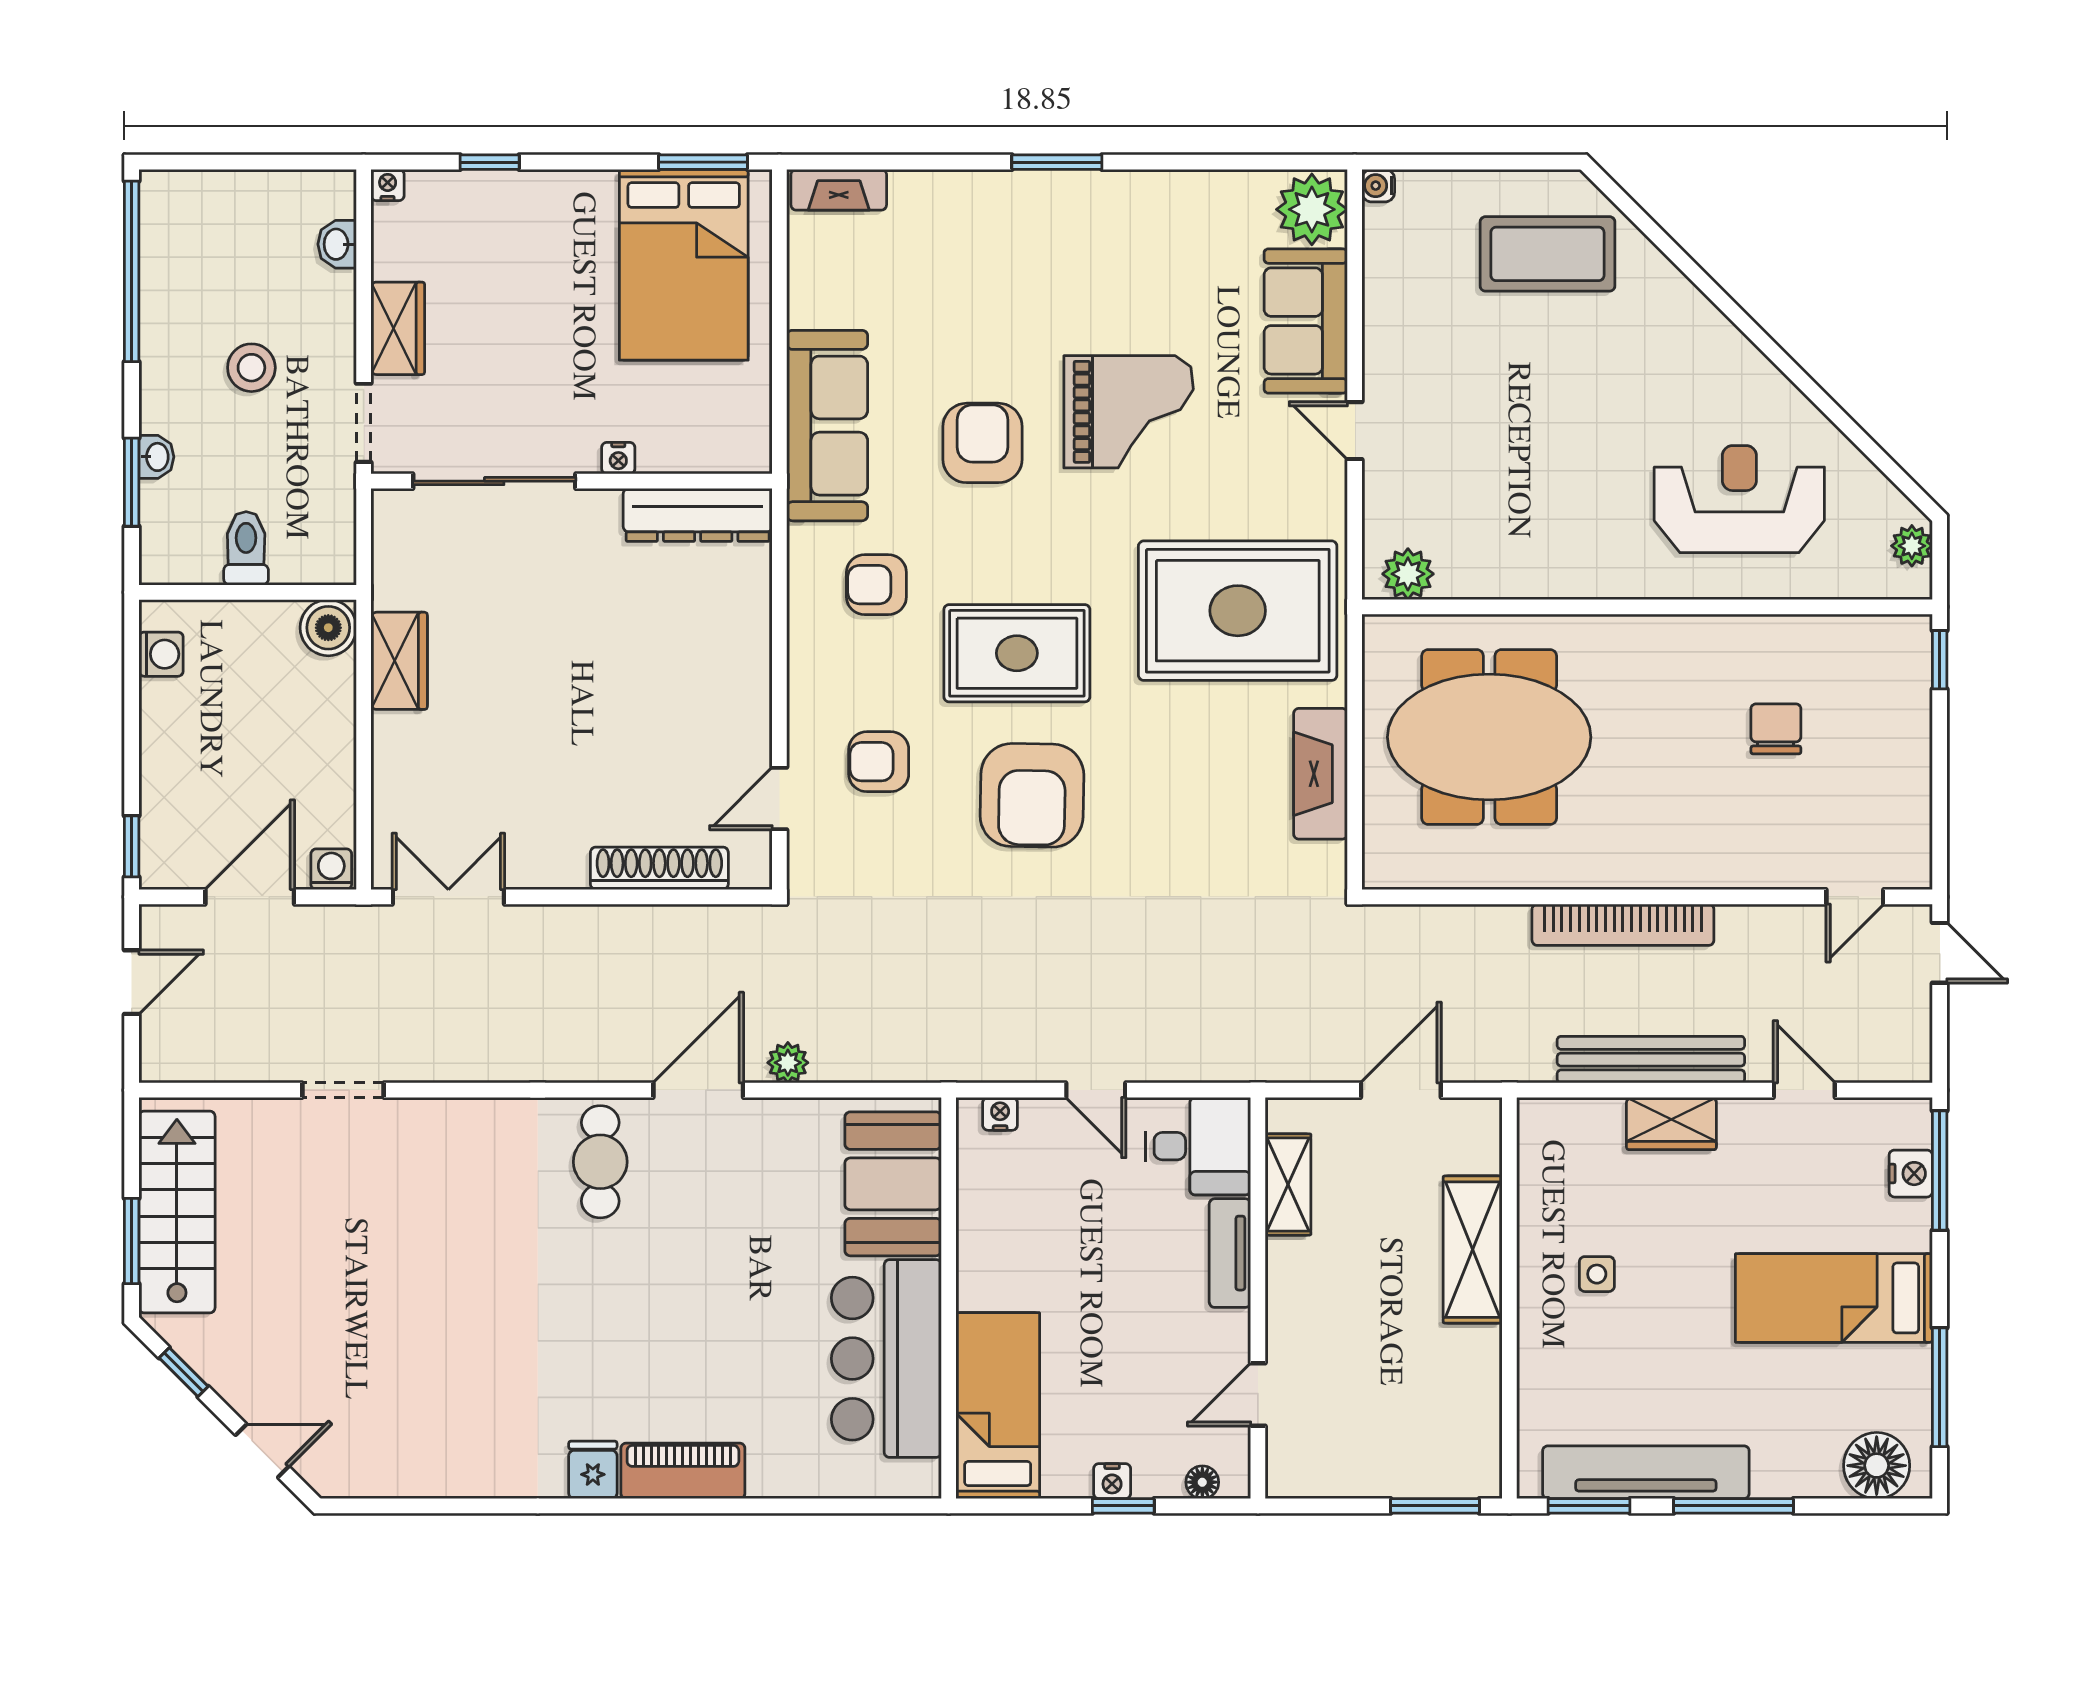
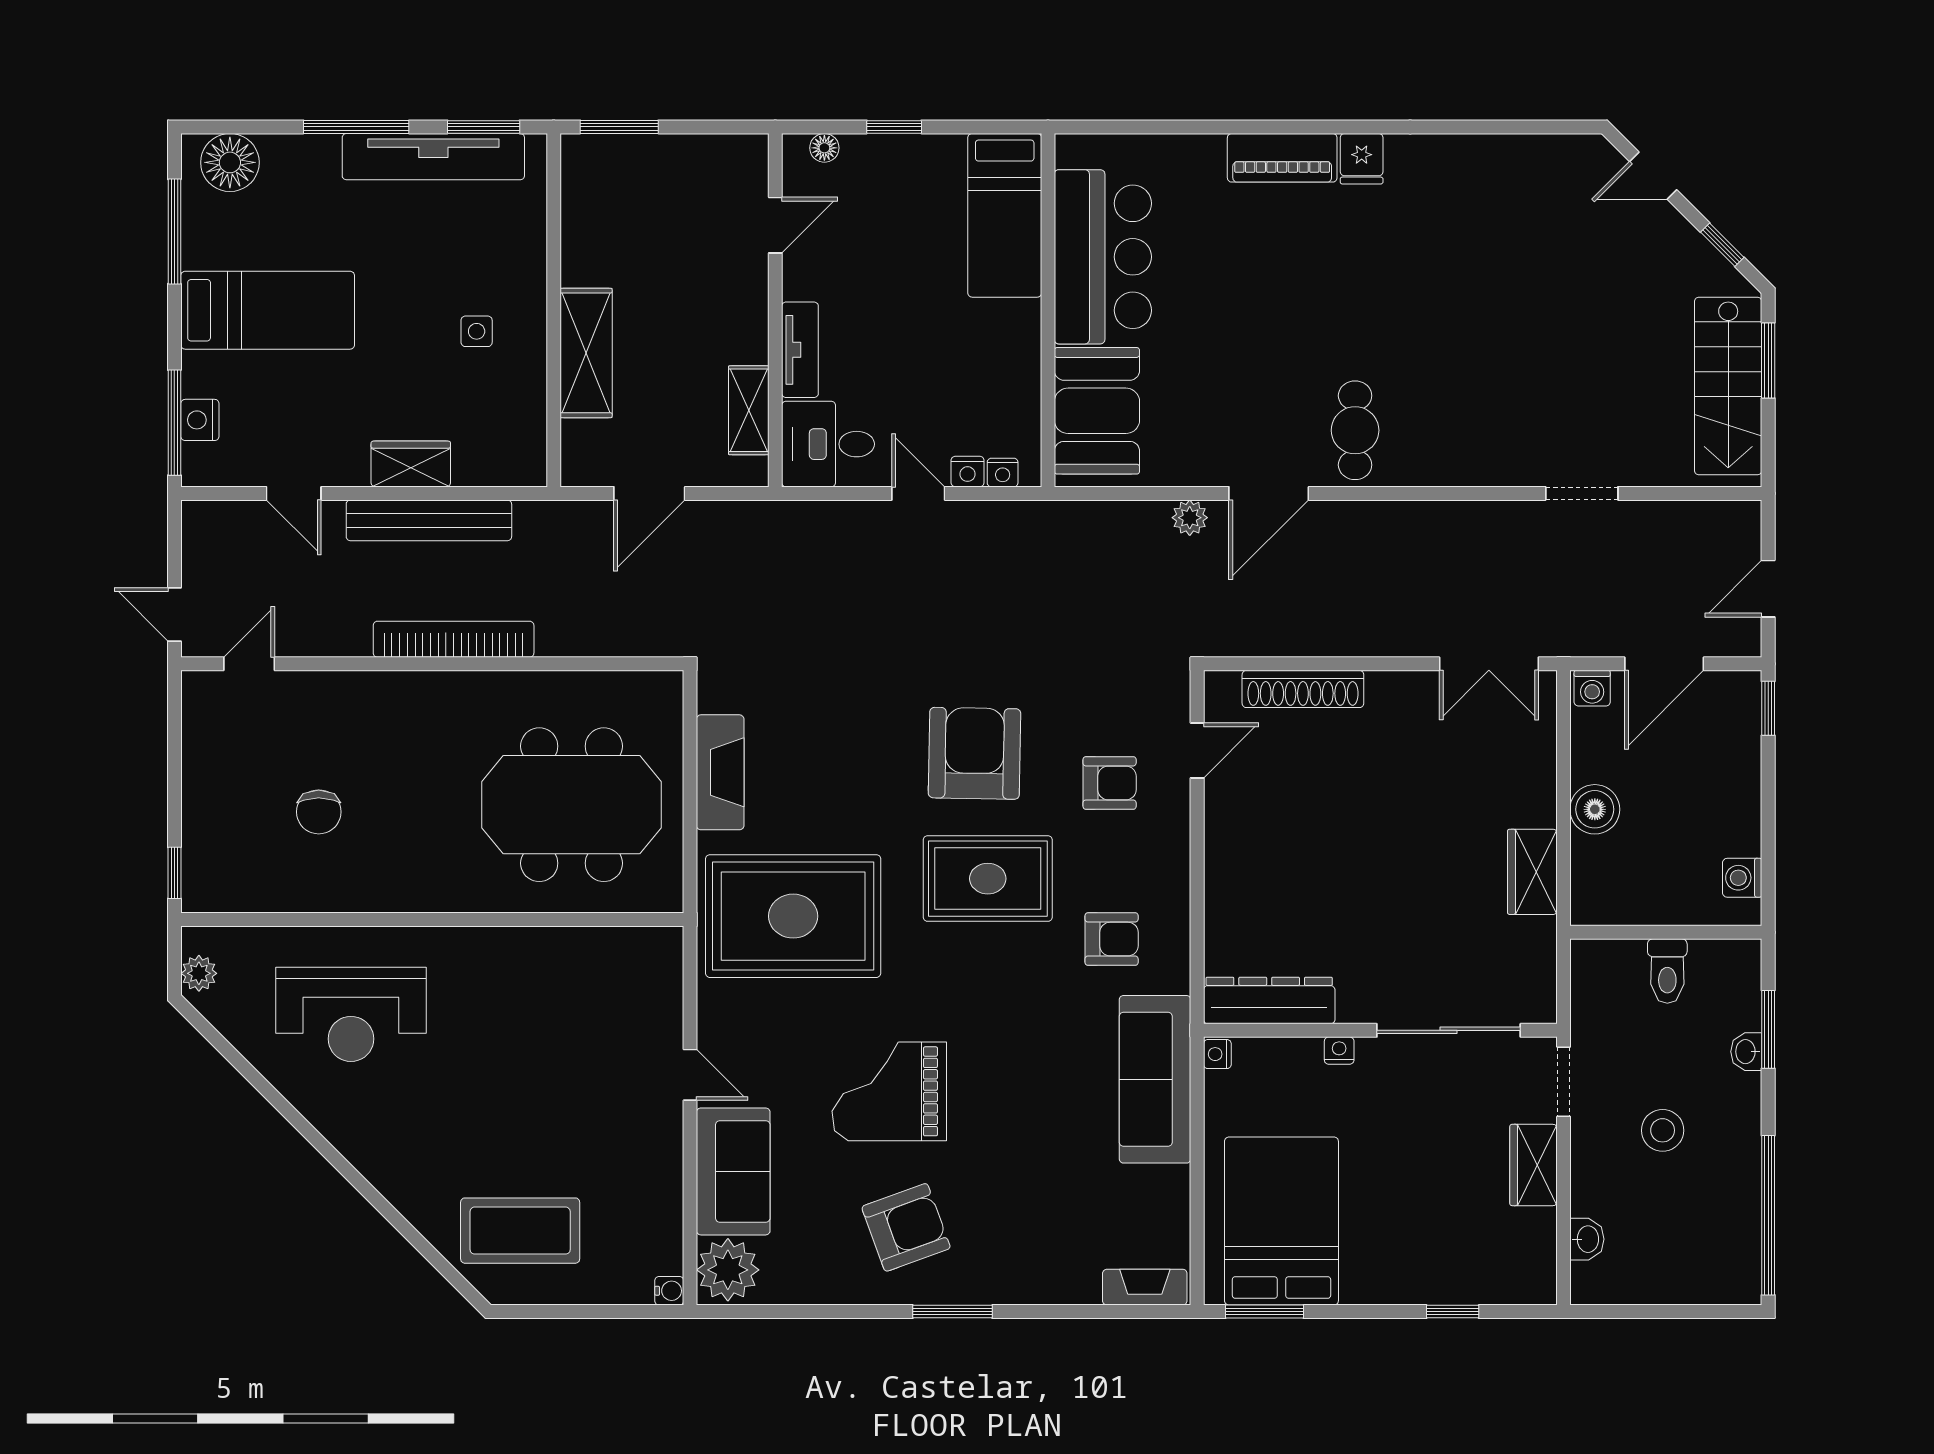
nightstand: (388, 185) -> (1217, 1054), moved, turned 90
armchair: (983, 443) -> (906, 1227), moved, turned -110
plant: (1408, 574) -> (643, 948), removed
boiler: (328, 628) -> (1595, 809), moved
nightstand: (1112, 1481) -> (968, 472), moved, turned 180

